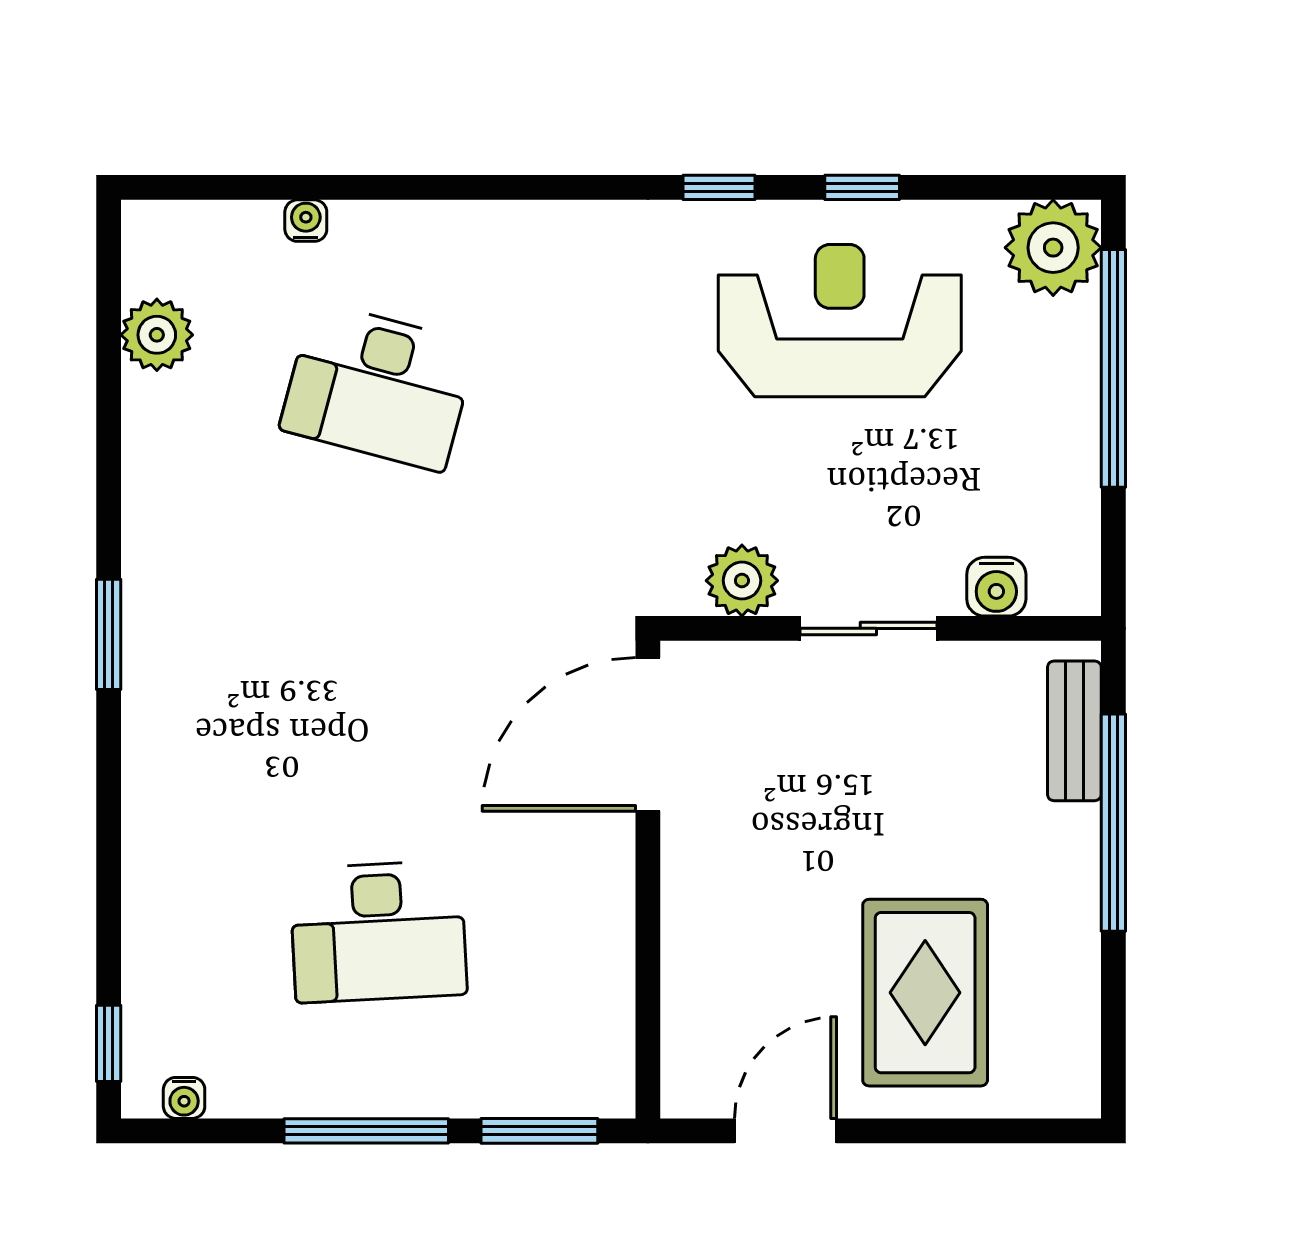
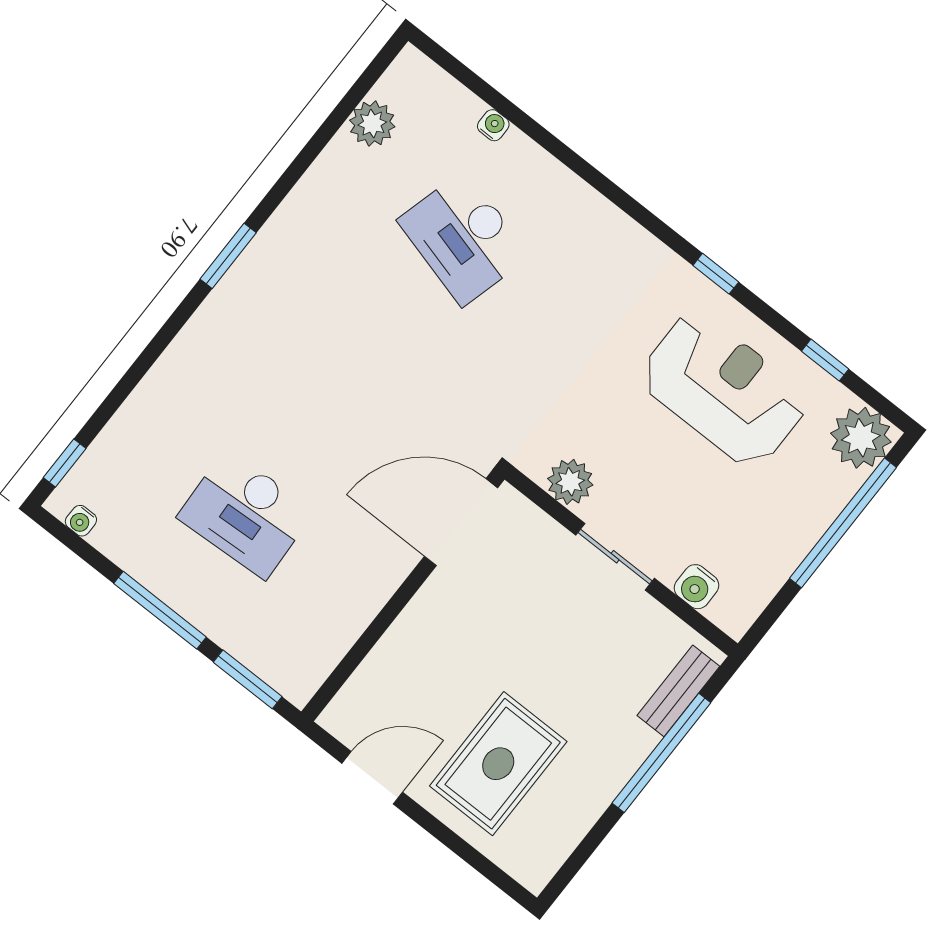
window: (862, 187) -> (825, 360), moved

